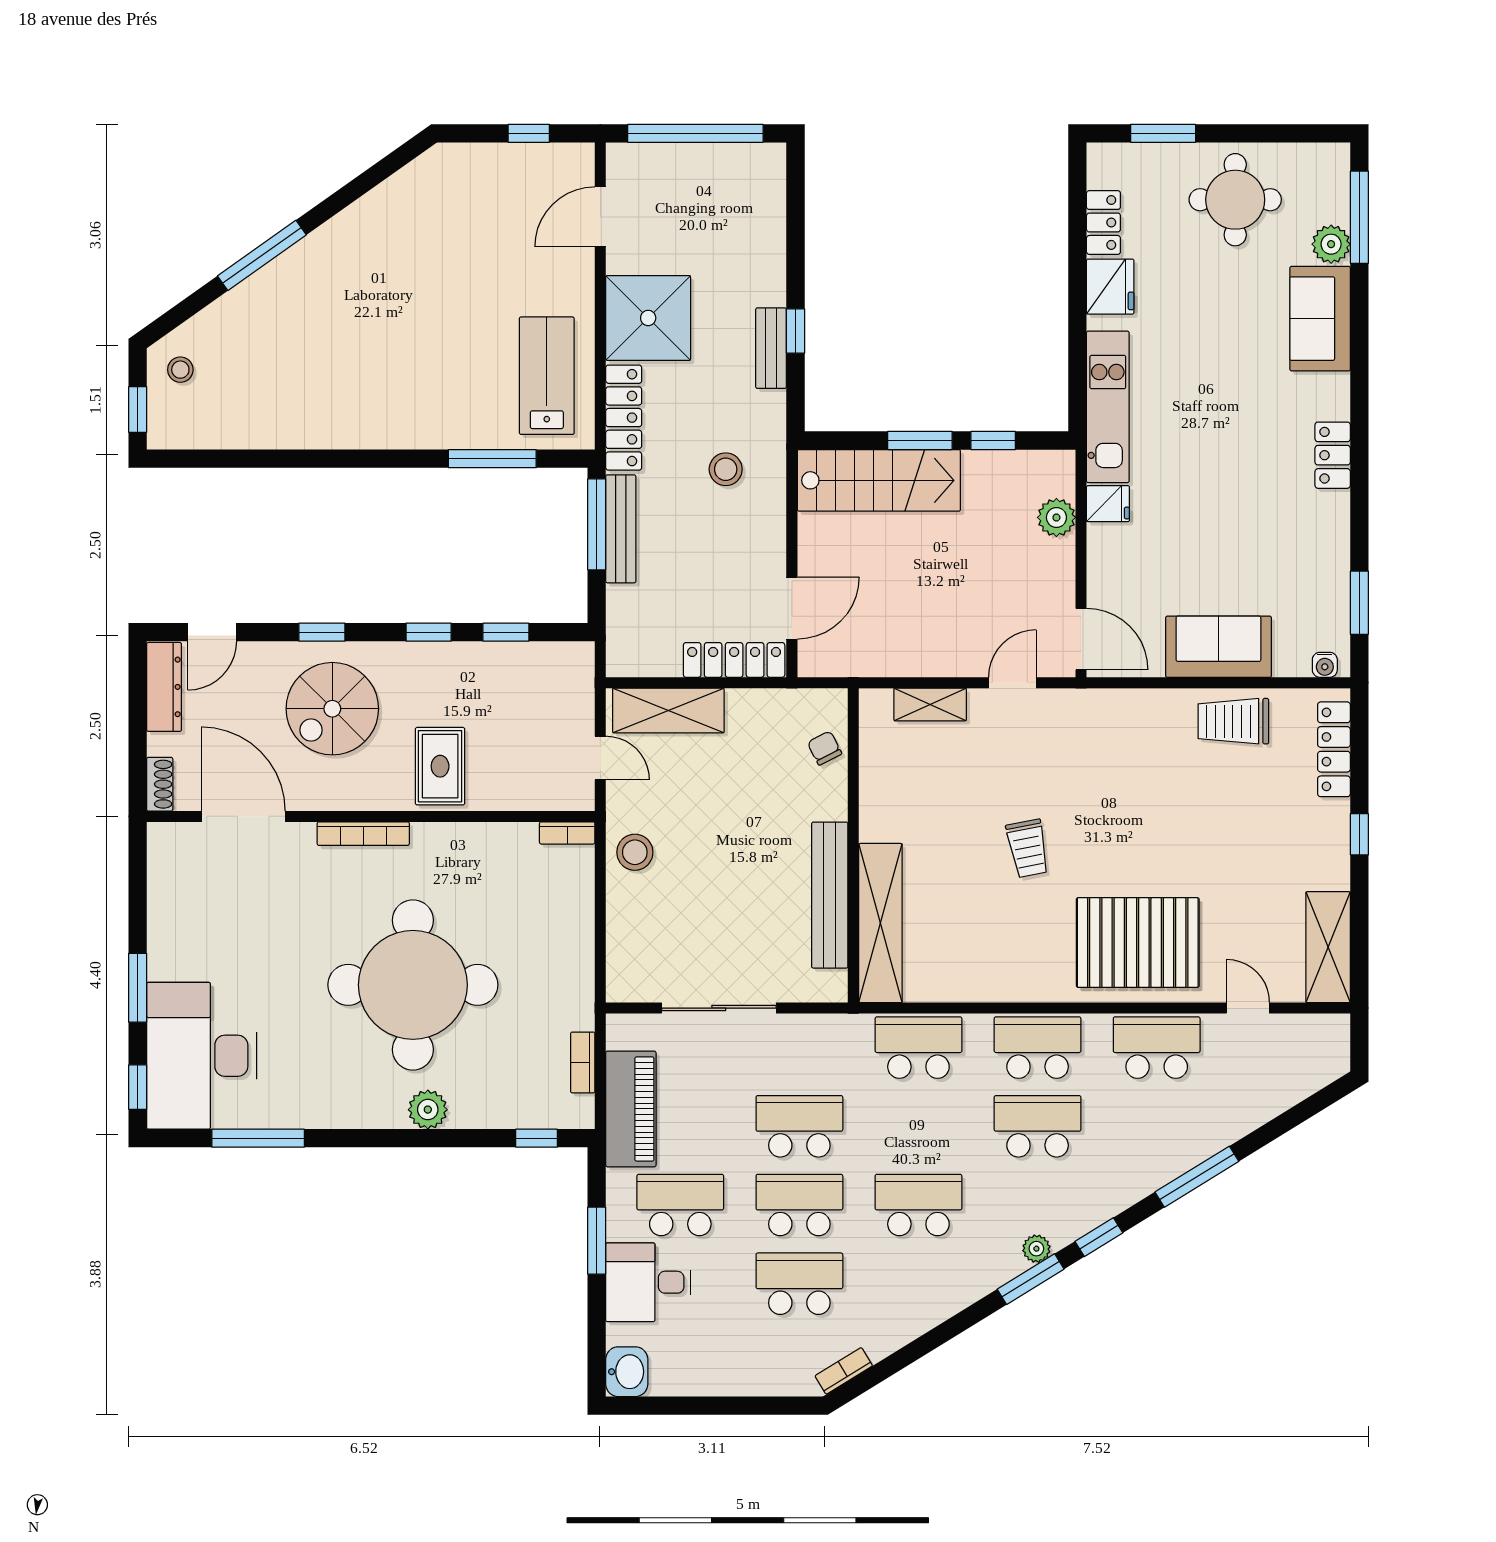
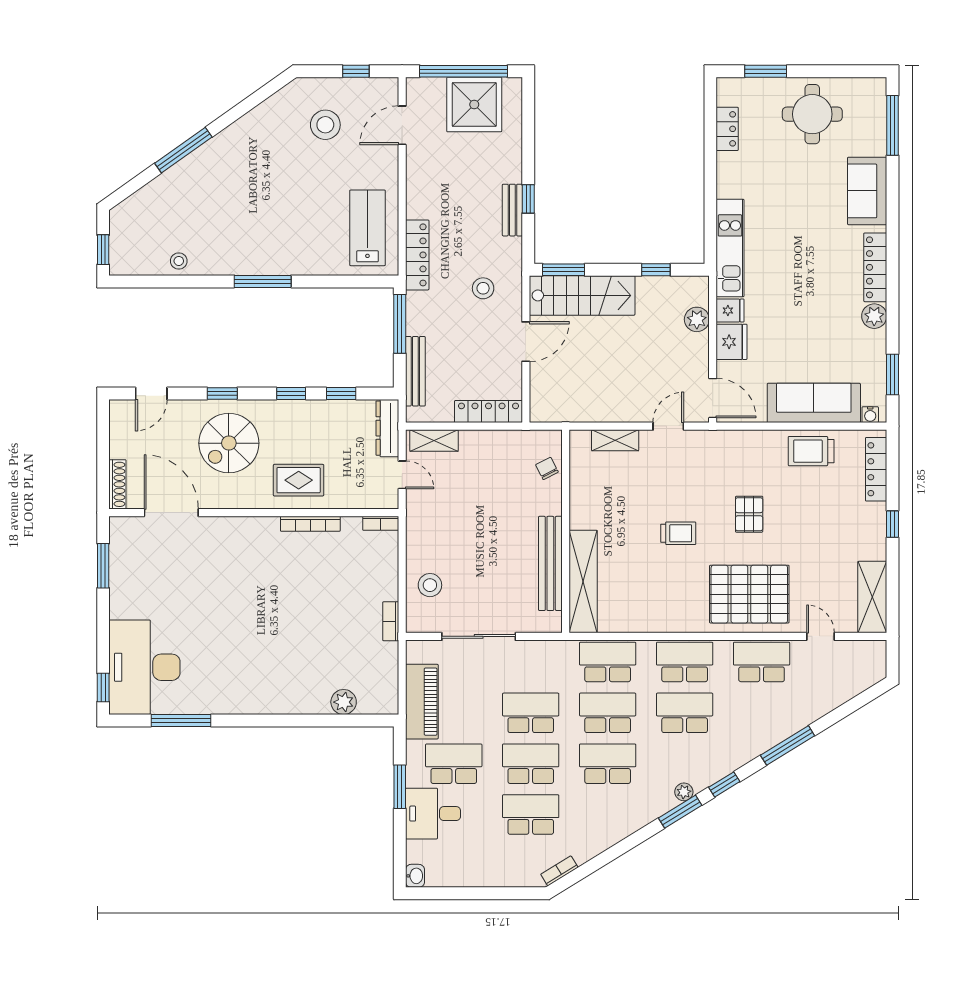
stool: (482, 216) -> (325, 125), added
plant: (1331, 244) -> (874, 316), moved
fridge: (1110, 287) -> (732, 342), moved
shower: (648, 318) -> (474, 104), moved
stool: (180, 370) -> (179, 261), moved
window: (920, 441) -> (564, 270), moved
locker: (1333, 455) -> (875, 267), width x1.53
window: (492, 459) -> (263, 281), moved
bench: (621, 529) -> (415, 371), moved
door: (792, 608) -> (526, 342), moved
sofa: (1218, 647) -> (814, 403), width x1.36
dresser: (164, 687) -> (387, 428), moved, turned 180
shelving: (668, 710) -> (434, 441), width x0.67, depth x0.75
rug: (440, 766) -> (299, 480), turned 90
shoe rack: (160, 784) -> (117, 484), width x1.43
pallet: (1137, 819) -> (749, 514), added
bookcase: (363, 834) -> (310, 524), moved
trolley: (1028, 848) -> (678, 533), turned -79
stool: (635, 852) -> (430, 585), moved
round table: (413, 985) -> (281, 621), removed
window: (138, 988) -> (103, 566), moved
bookcase: (583, 1062) -> (391, 621), moved
plant: (428, 1110) -> (344, 702), moved
school desk: (918, 1126) -> (608, 713), added
window: (537, 1138) -> (361, 720), removed
washbasin: (627, 1372) -> (415, 876), width x0.72, depth x0.69

